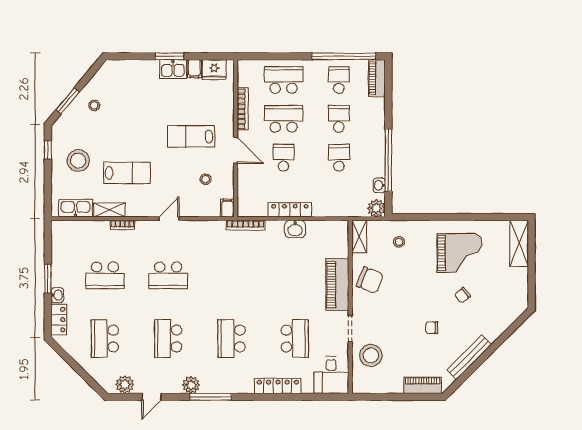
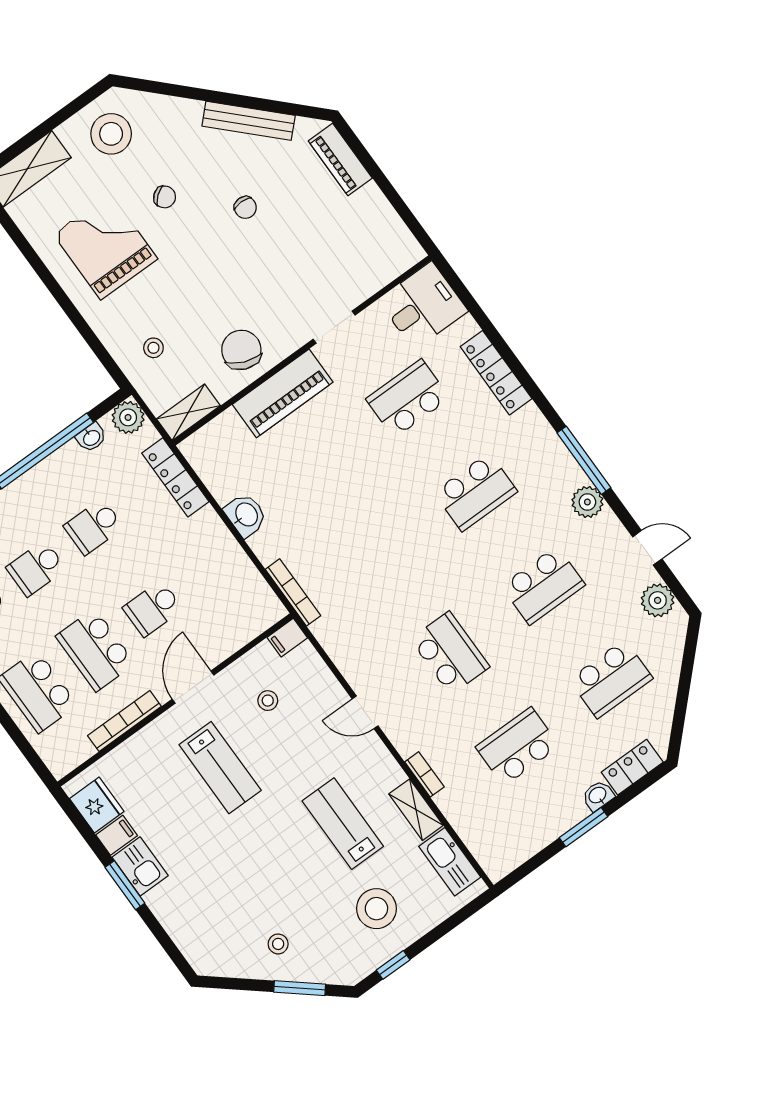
locker: (290, 210) -> (175, 477), moved
school desk: (105, 275) -> (518, 746), turned -90
stool: (371, 355) -> (111, 134), moved

